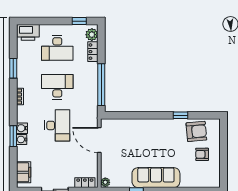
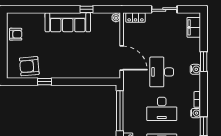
water cooler: (22, 139) -> (196, 113), moved
armchair: (202, 154) -> (16, 34), moved

